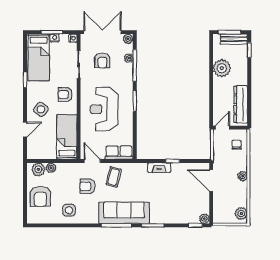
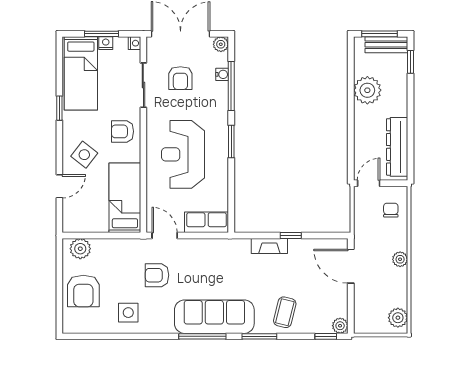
plant: (51, 168) -> (100, 246), removed
coffee table: (114, 177) -> (285, 312), moved

